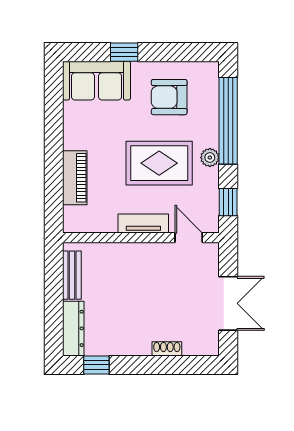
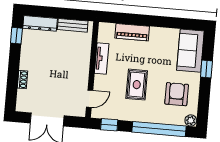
plant: (210, 158) -> (191, 120), moved
rug: (159, 163) -> (137, 85), width x0.73, depth x0.70
tv unit: (143, 224) -> (102, 58), moved

